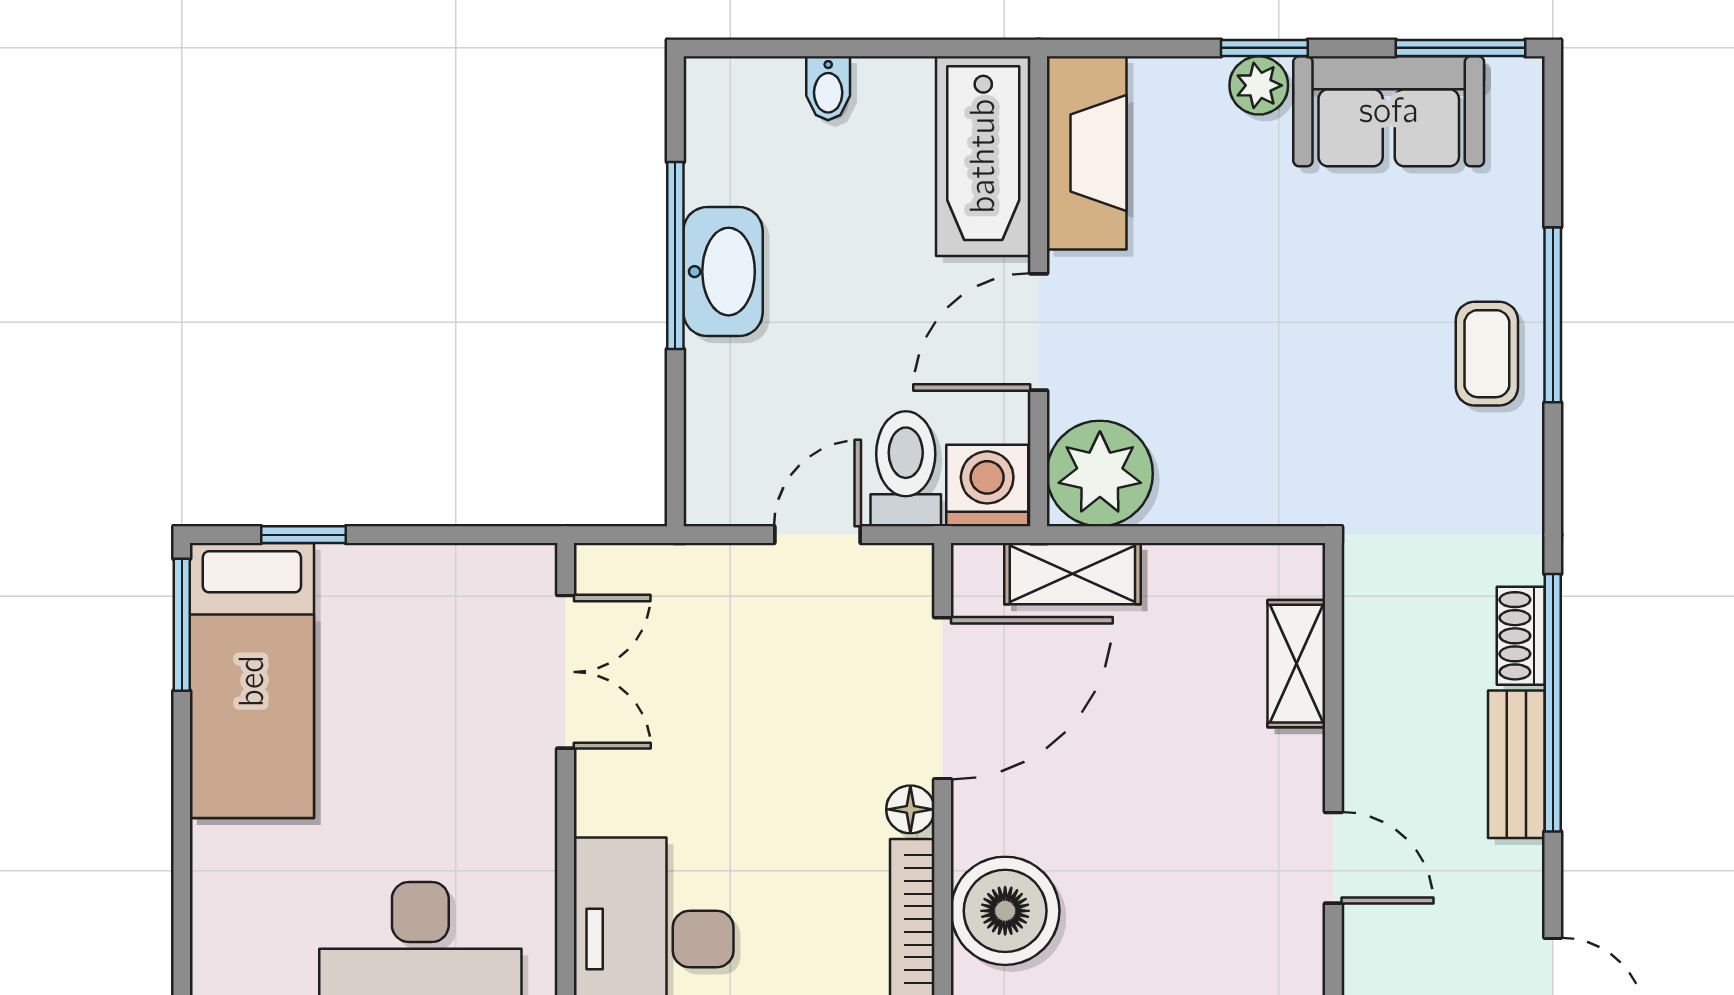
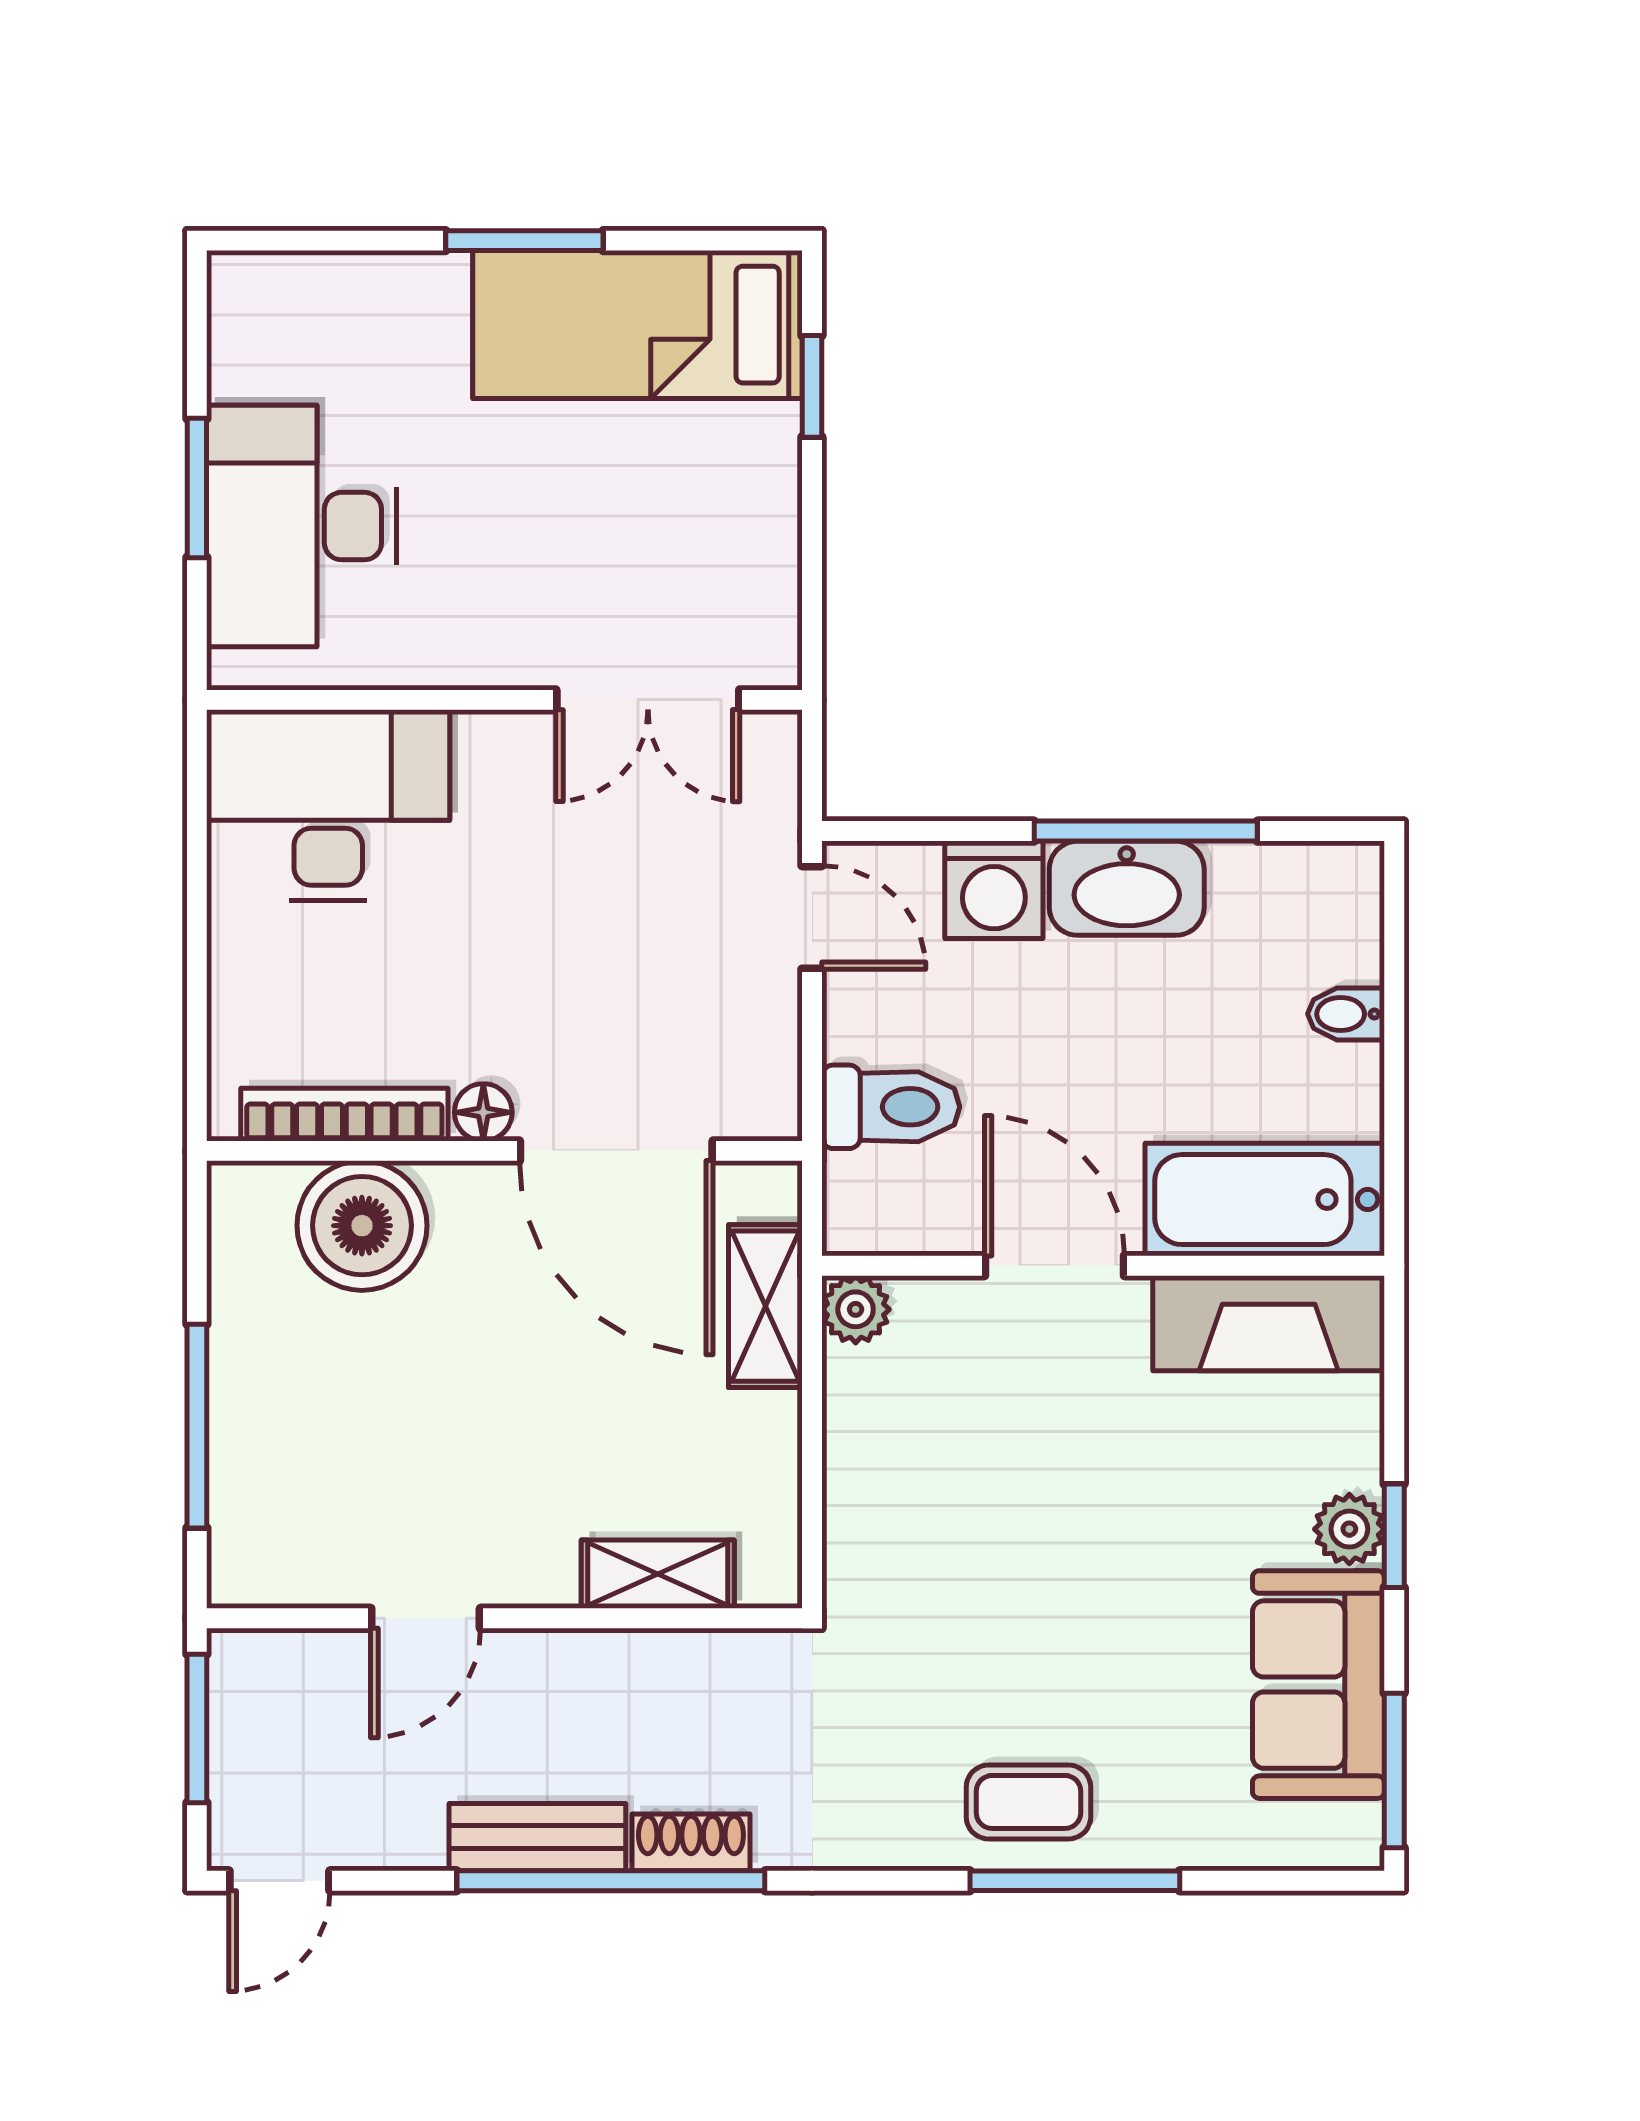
plant: (1100, 474) -> (856, 1309), width x0.53, depth x0.53
washing machine: (987, 486) -> (994, 890), moved, turned 90
door: (817, 535) -> (812, 917), moved
window: (182, 625) -> (524, 241), moved

